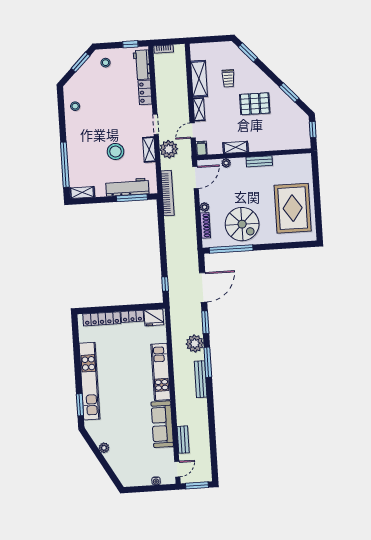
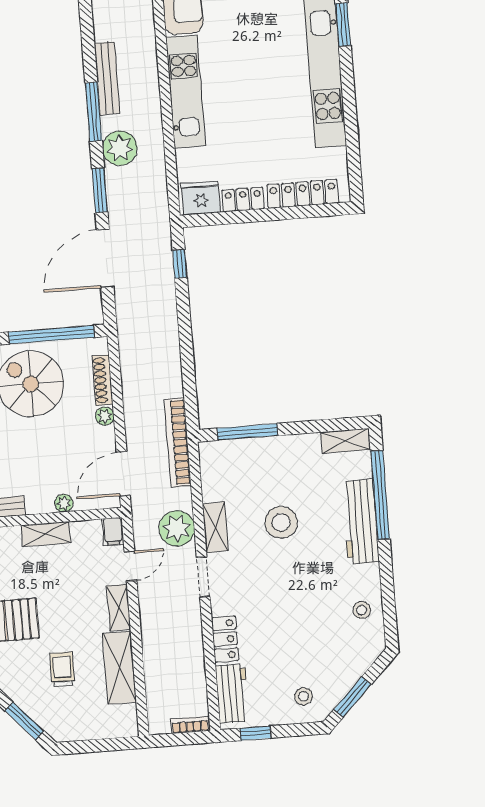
workbench: (127, 187) -> (361, 522), moved, turned 90

